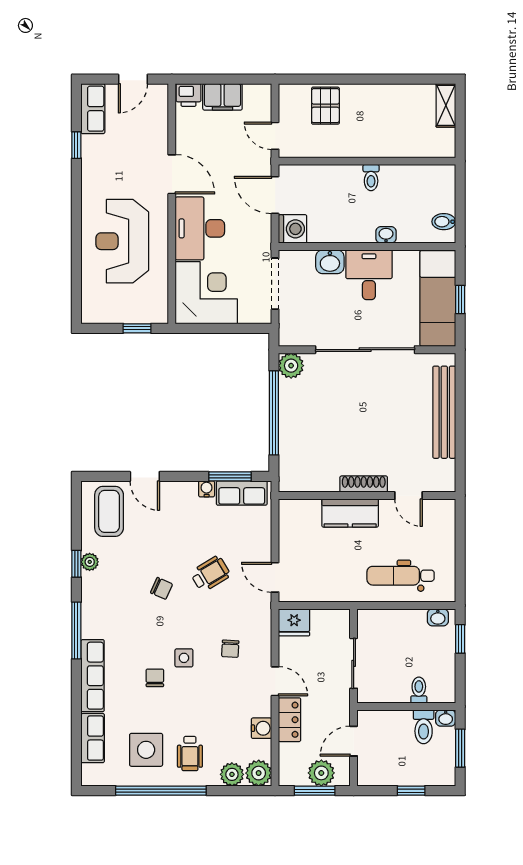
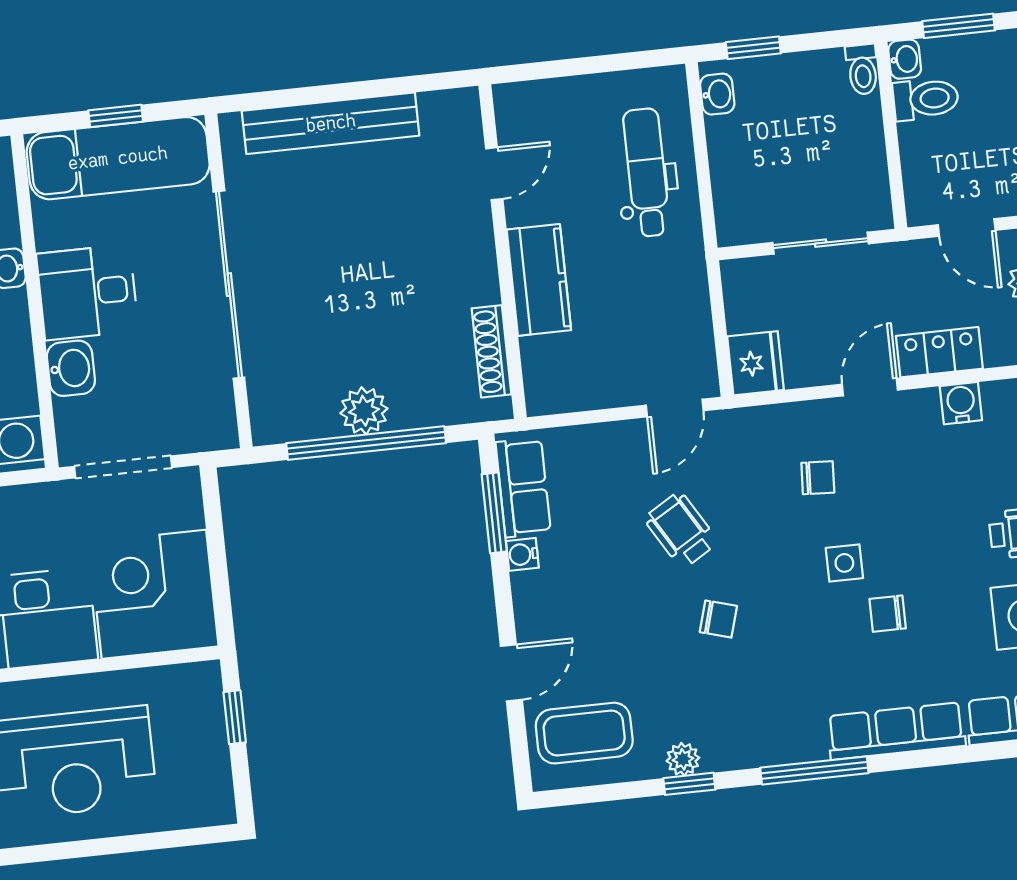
plant: (291, 366) -> (364, 411), moved
shoe rack: (364, 484) -> (491, 351), moved
dental chair: (401, 576) -> (646, 172), turned 180
chair: (162, 588) -> (718, 619), turned 82
toilet: (419, 690) -> (862, 69), moved, turned -90

